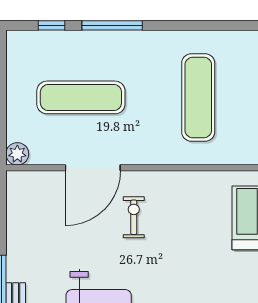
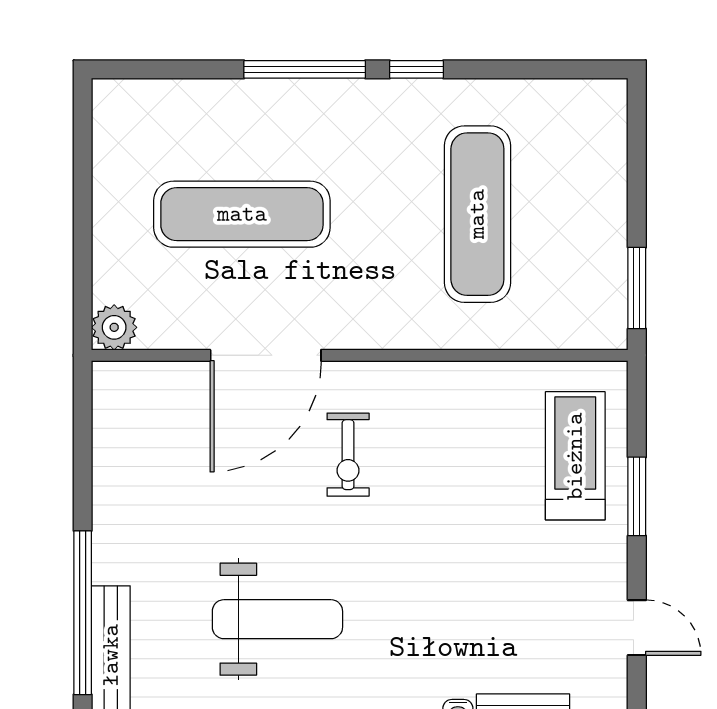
window: (51, 25) -> (416, 69), moved
exercise bike: (134, 217) -> (348, 455), turned 180

